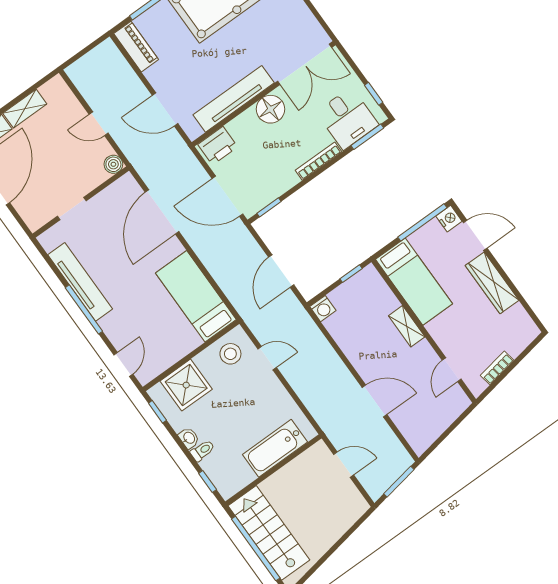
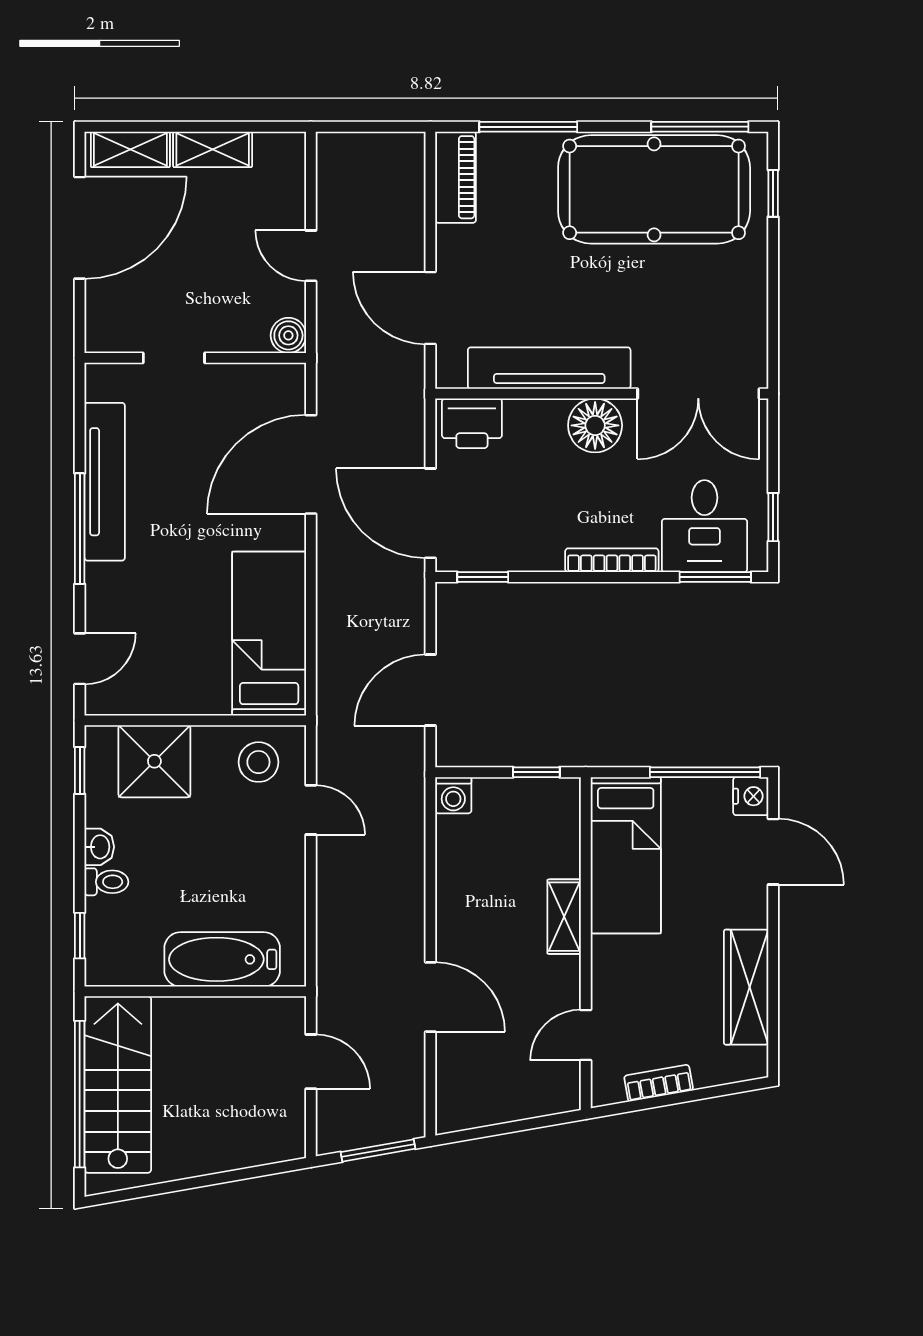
wardrobe: (492, 283) -> (746, 987), moved

